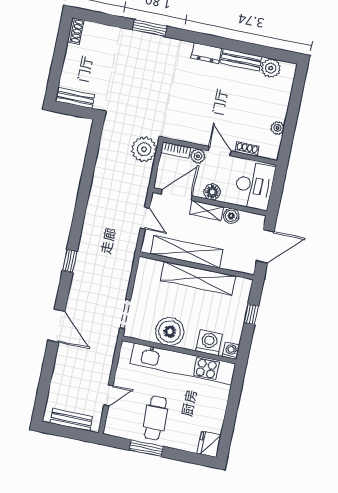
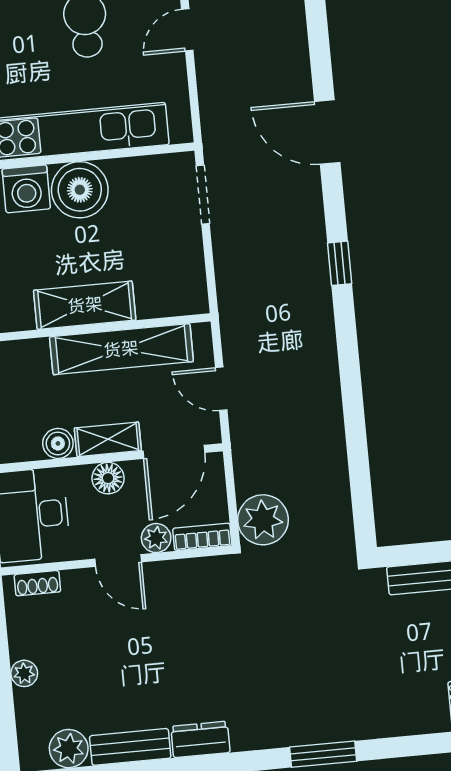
plant: (277, 128) -> (24, 673), moved
shoe rack: (247, 149) -> (37, 583), moved
shelving: (198, 278) -> (85, 305), width x0.68
boiler: (170, 331) -> (80, 190), moved

